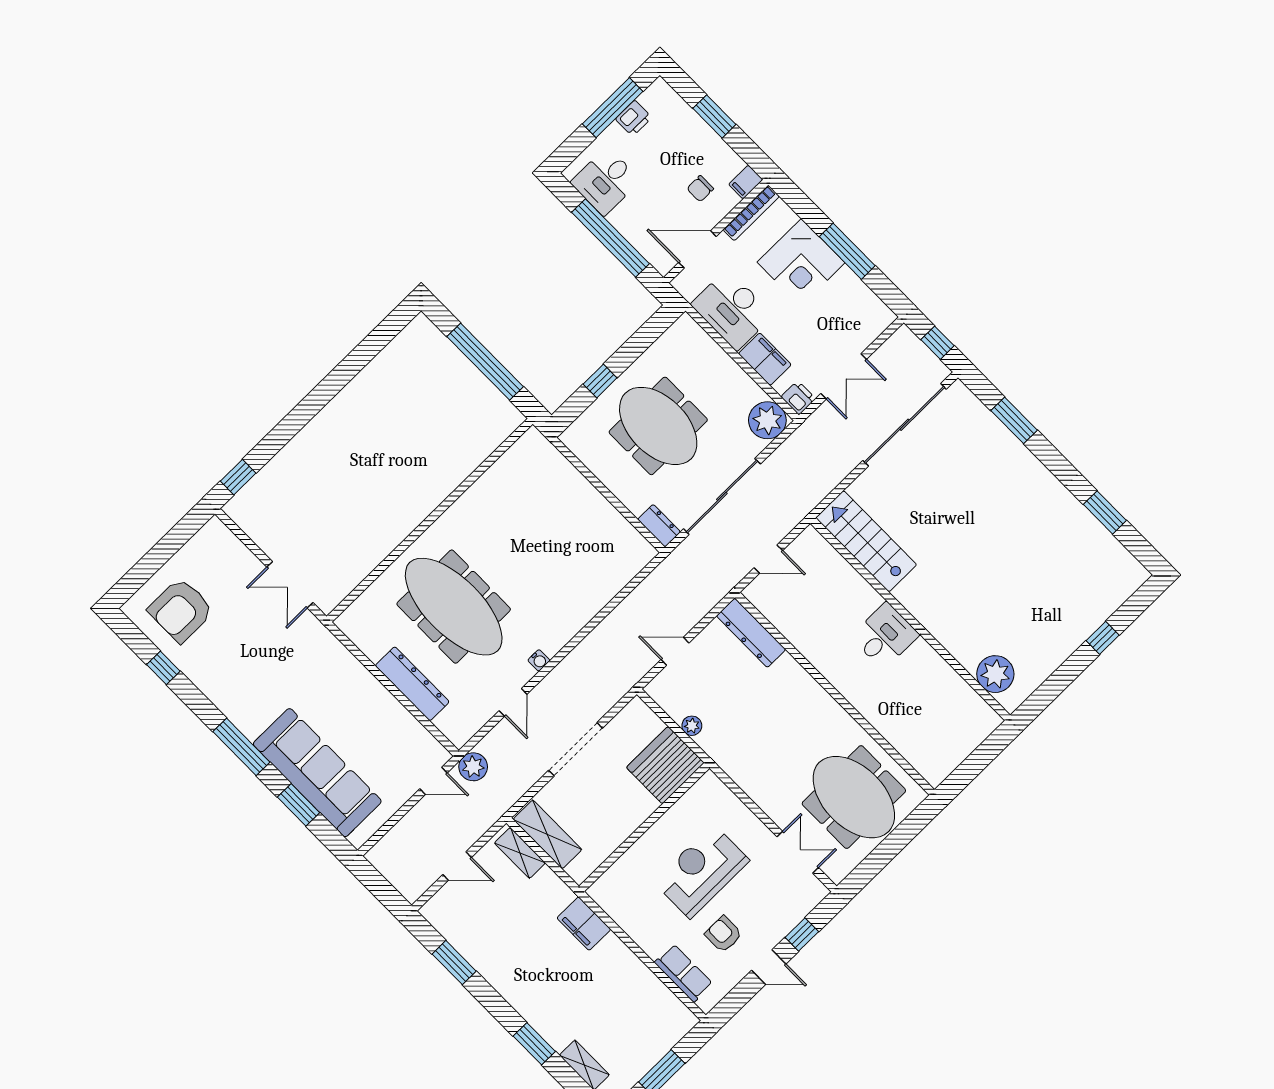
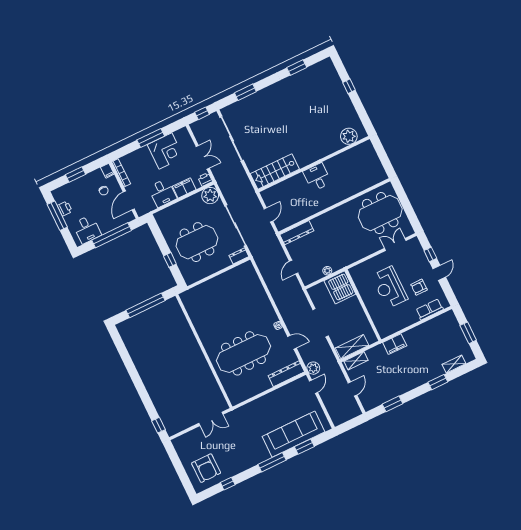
corner desk: (801, 262) -> (165, 151), moved
desk: (732, 310) -> (163, 193), width x0.73
dresser: (412, 684) -> (286, 374), moved

